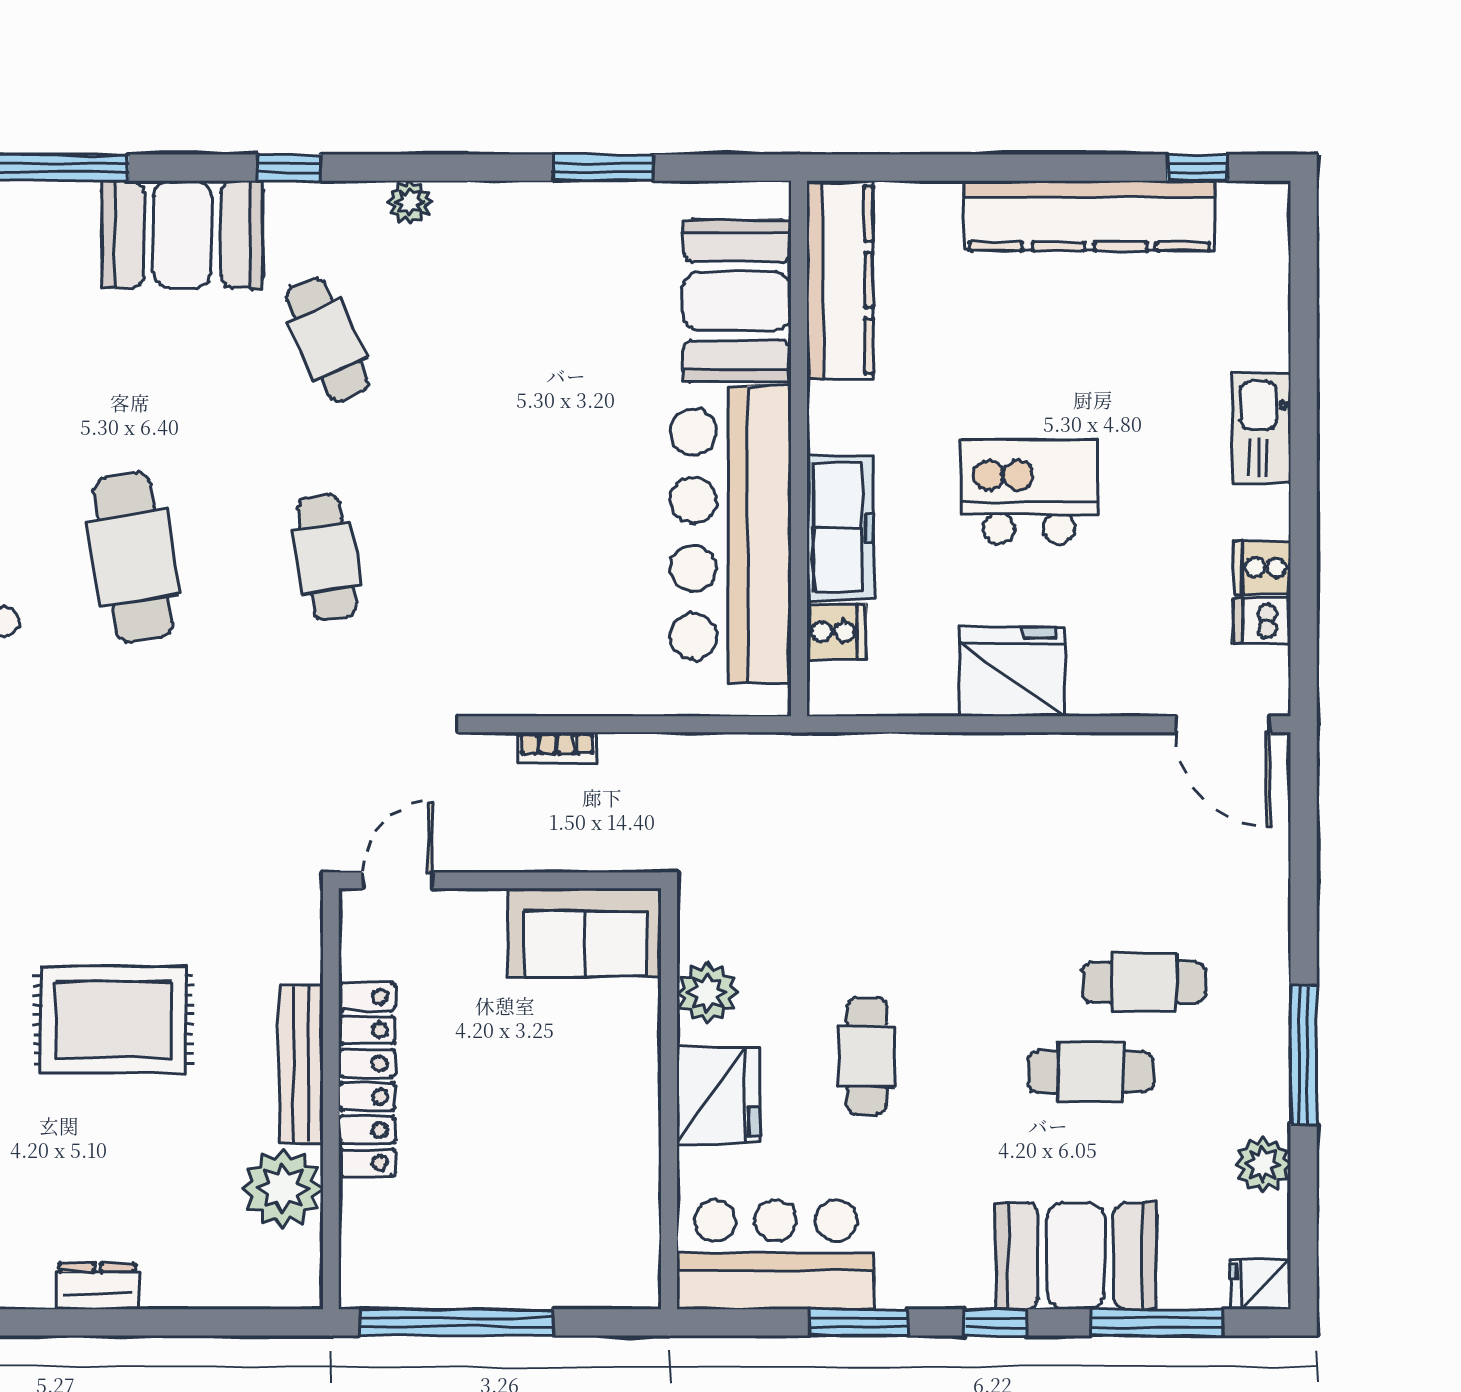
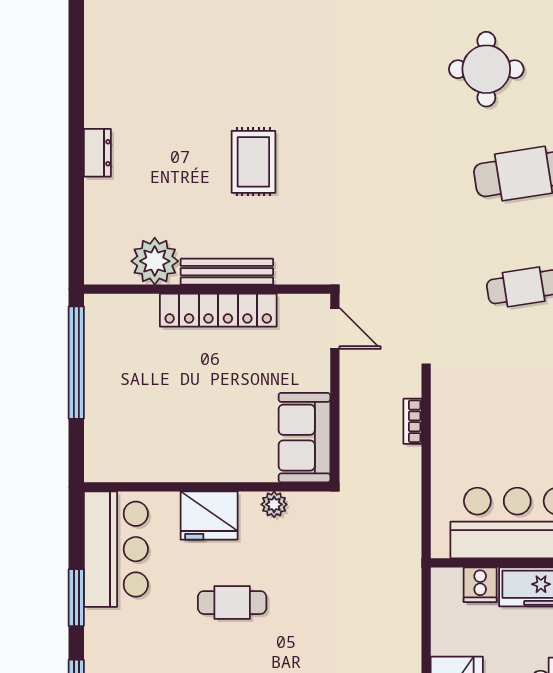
plant: (707, 993) -> (274, 504), width x0.73, depth x0.73
rug: (113, 1019) -> (253, 162), width x0.73, depth x0.70

